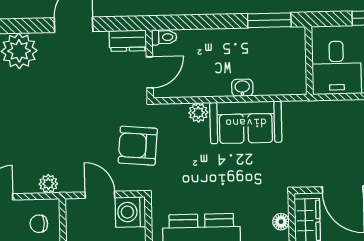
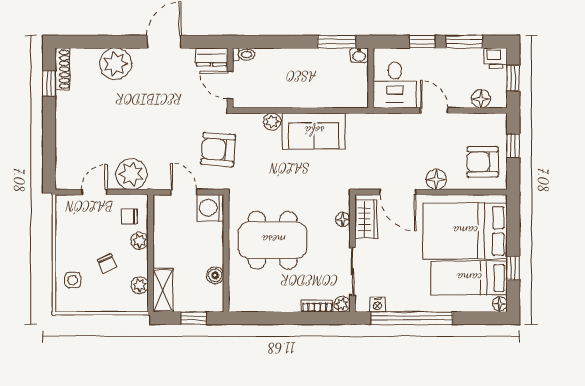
door: (150, 72) -> (230, 85), swing flipped
washbasin: (242, 88) -> (359, 55), moved, turned 180
plant: (48, 184) -> (131, 174), width x1.87, depth x1.87

